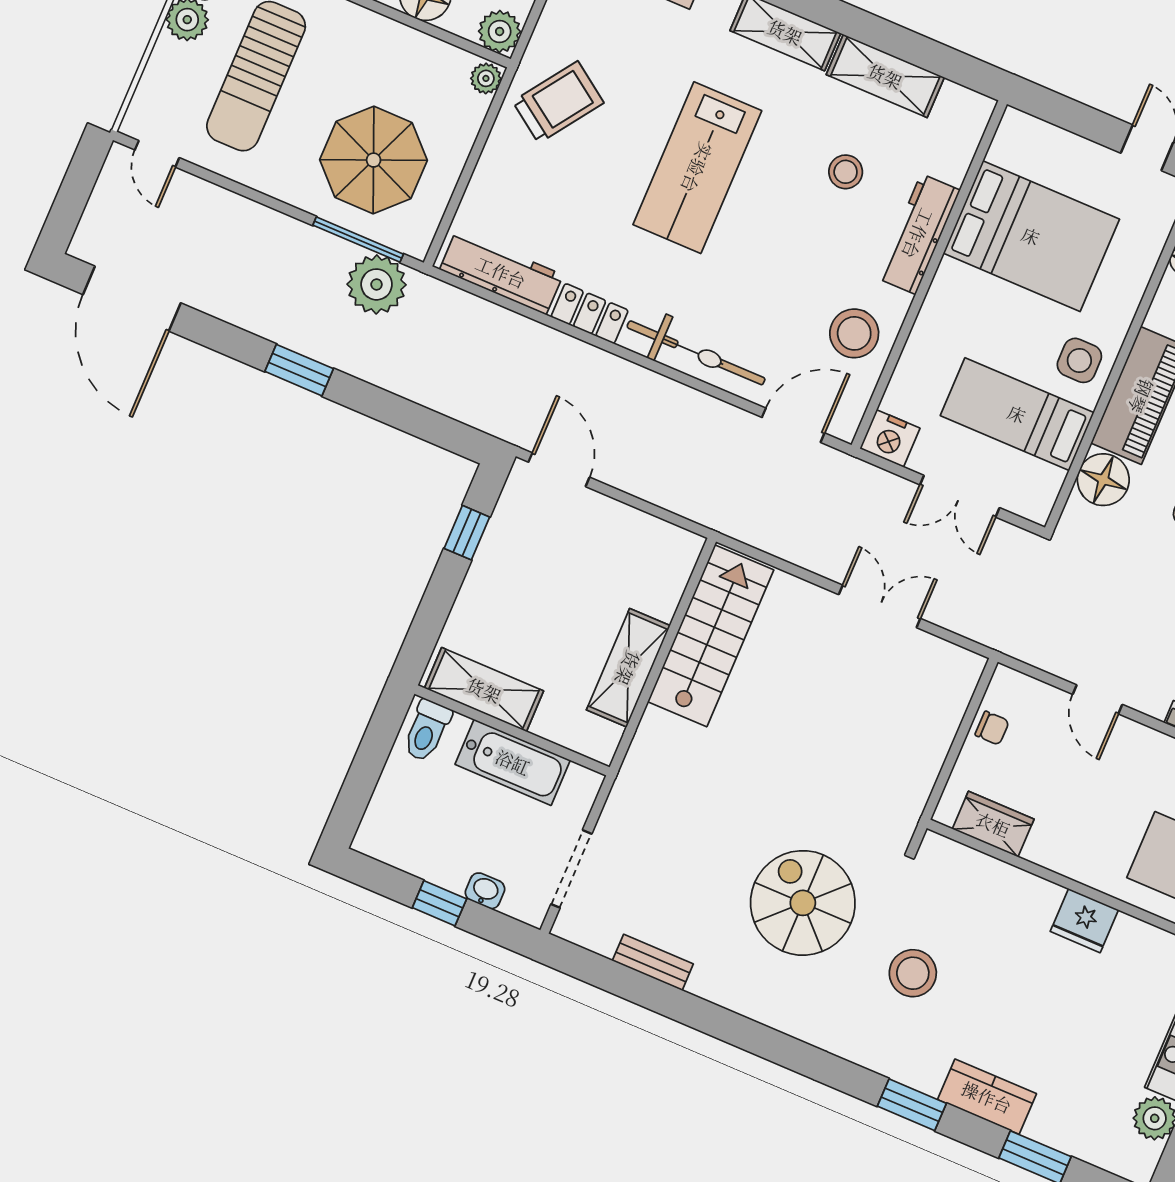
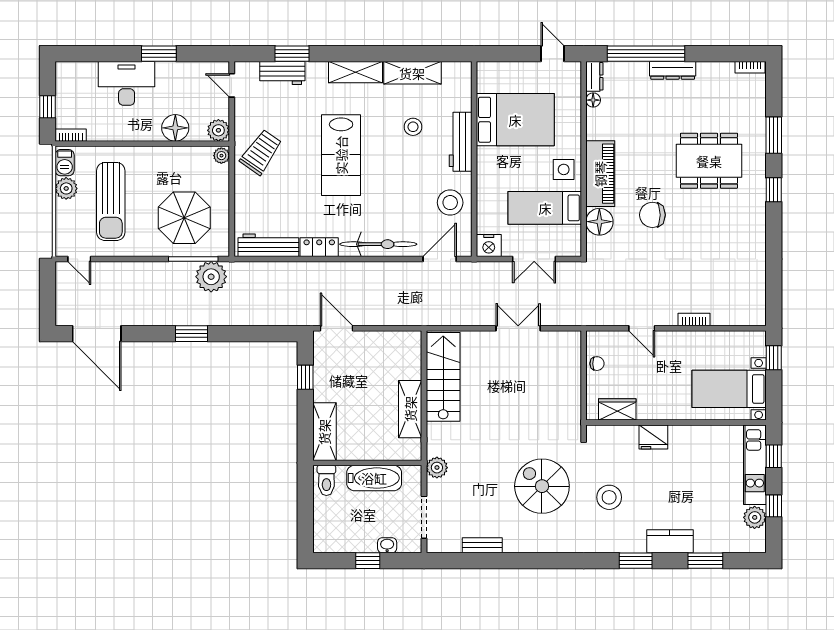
shelving: (484, 690) -> (324, 432), moved, turned 90
plant: (631, 791) -> (437, 468), added
fridge: (1084, 921) -> (653, 437), moved

